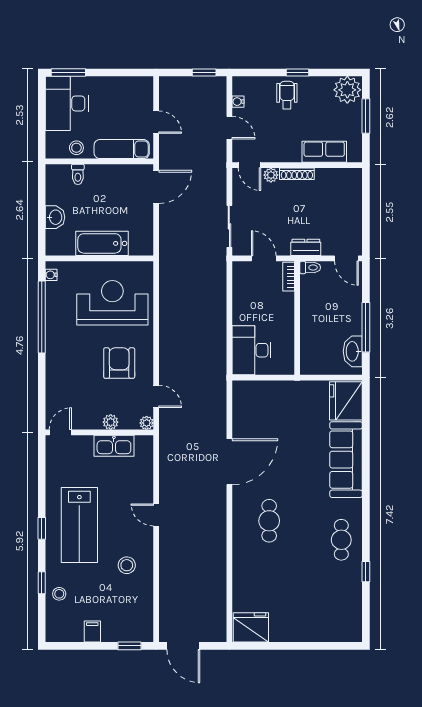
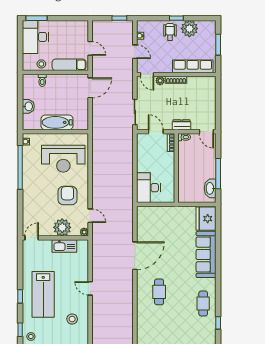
plant: (347, 90) -> (189, 29), moved
row of seats: (324, 152) -> (193, 66), width x1.48
reception desk: (112, 303) -> (63, 159), turned 180
plant: (111, 422) -> (62, 227), width x1.88, depth x1.88

